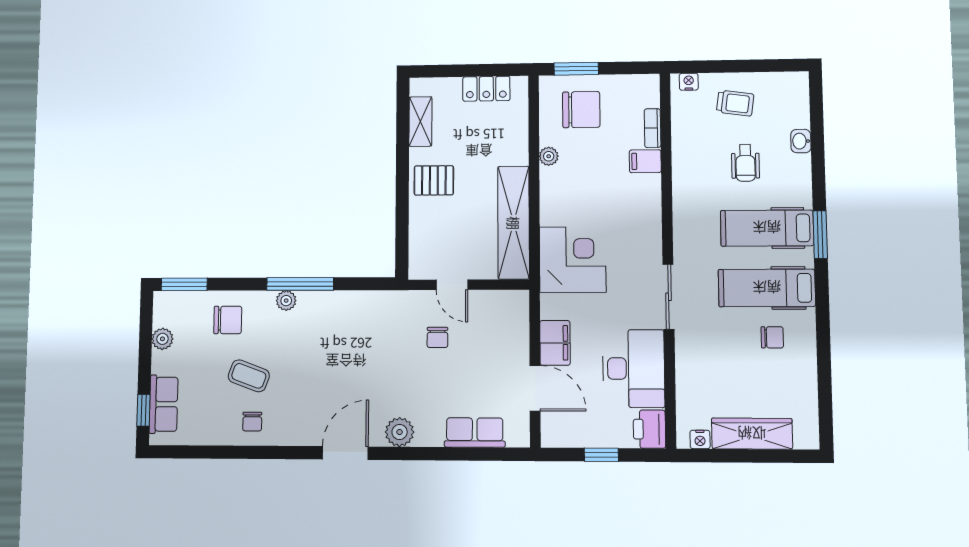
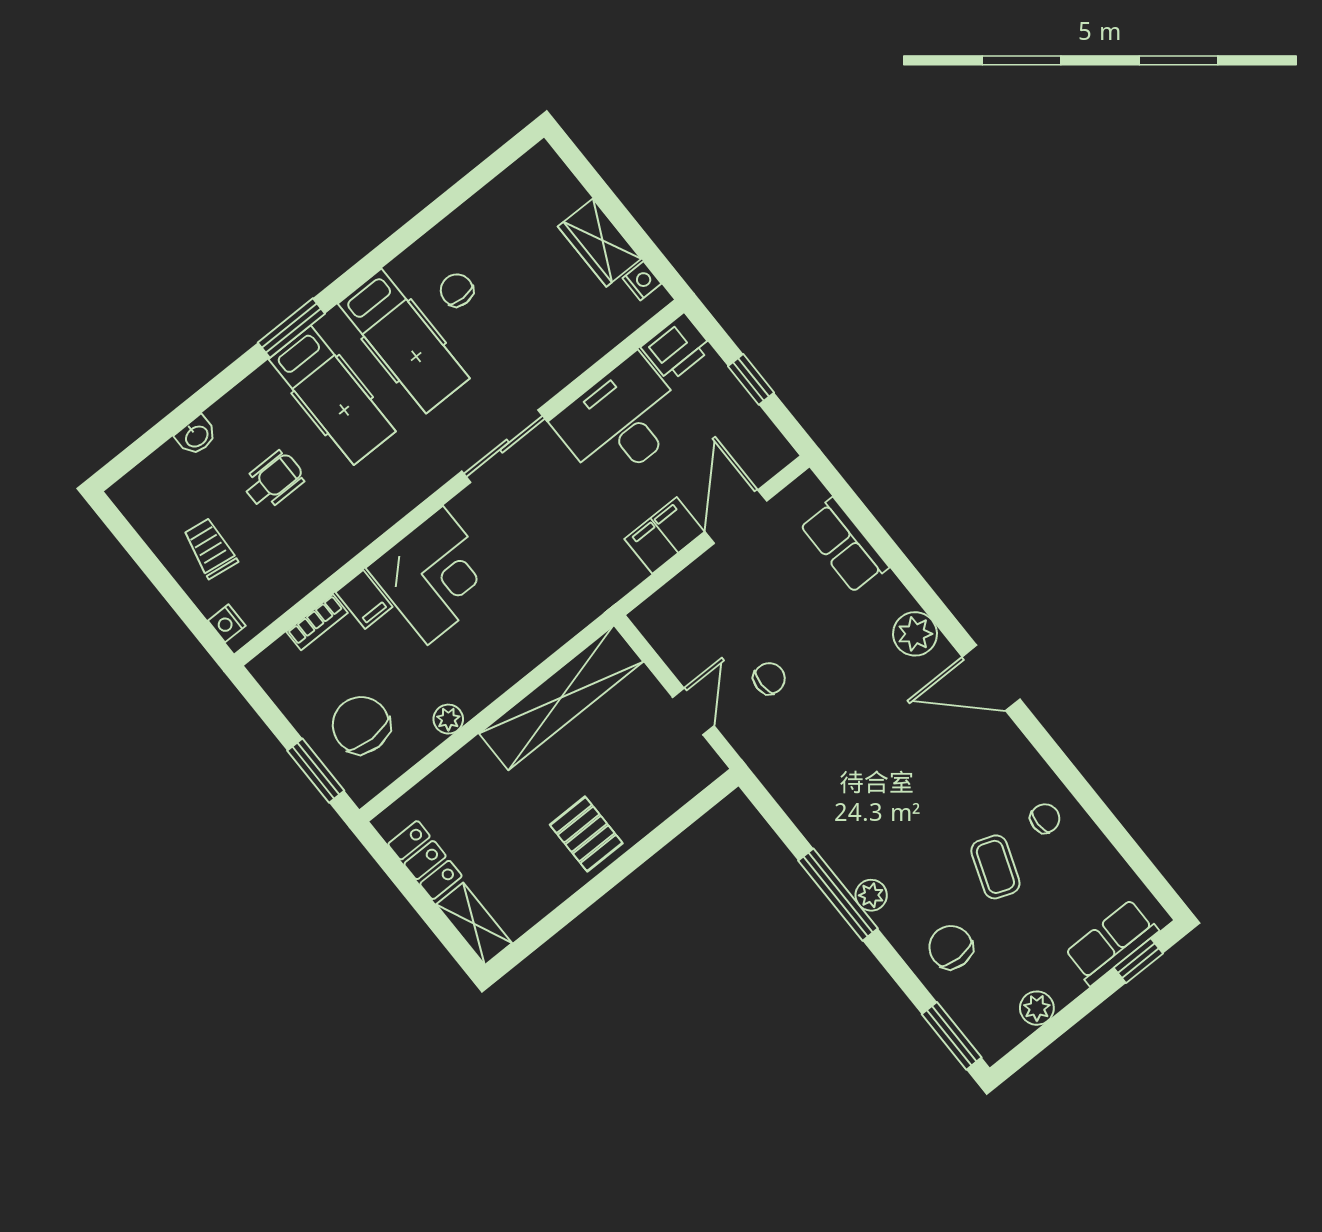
shelving: (420, 122) -> (474, 924), moved, turned 90
corner desk: (573, 260) -> (435, 576), moved, turned 180
wardrobe: (752, 434) -> (600, 243), width x0.67

